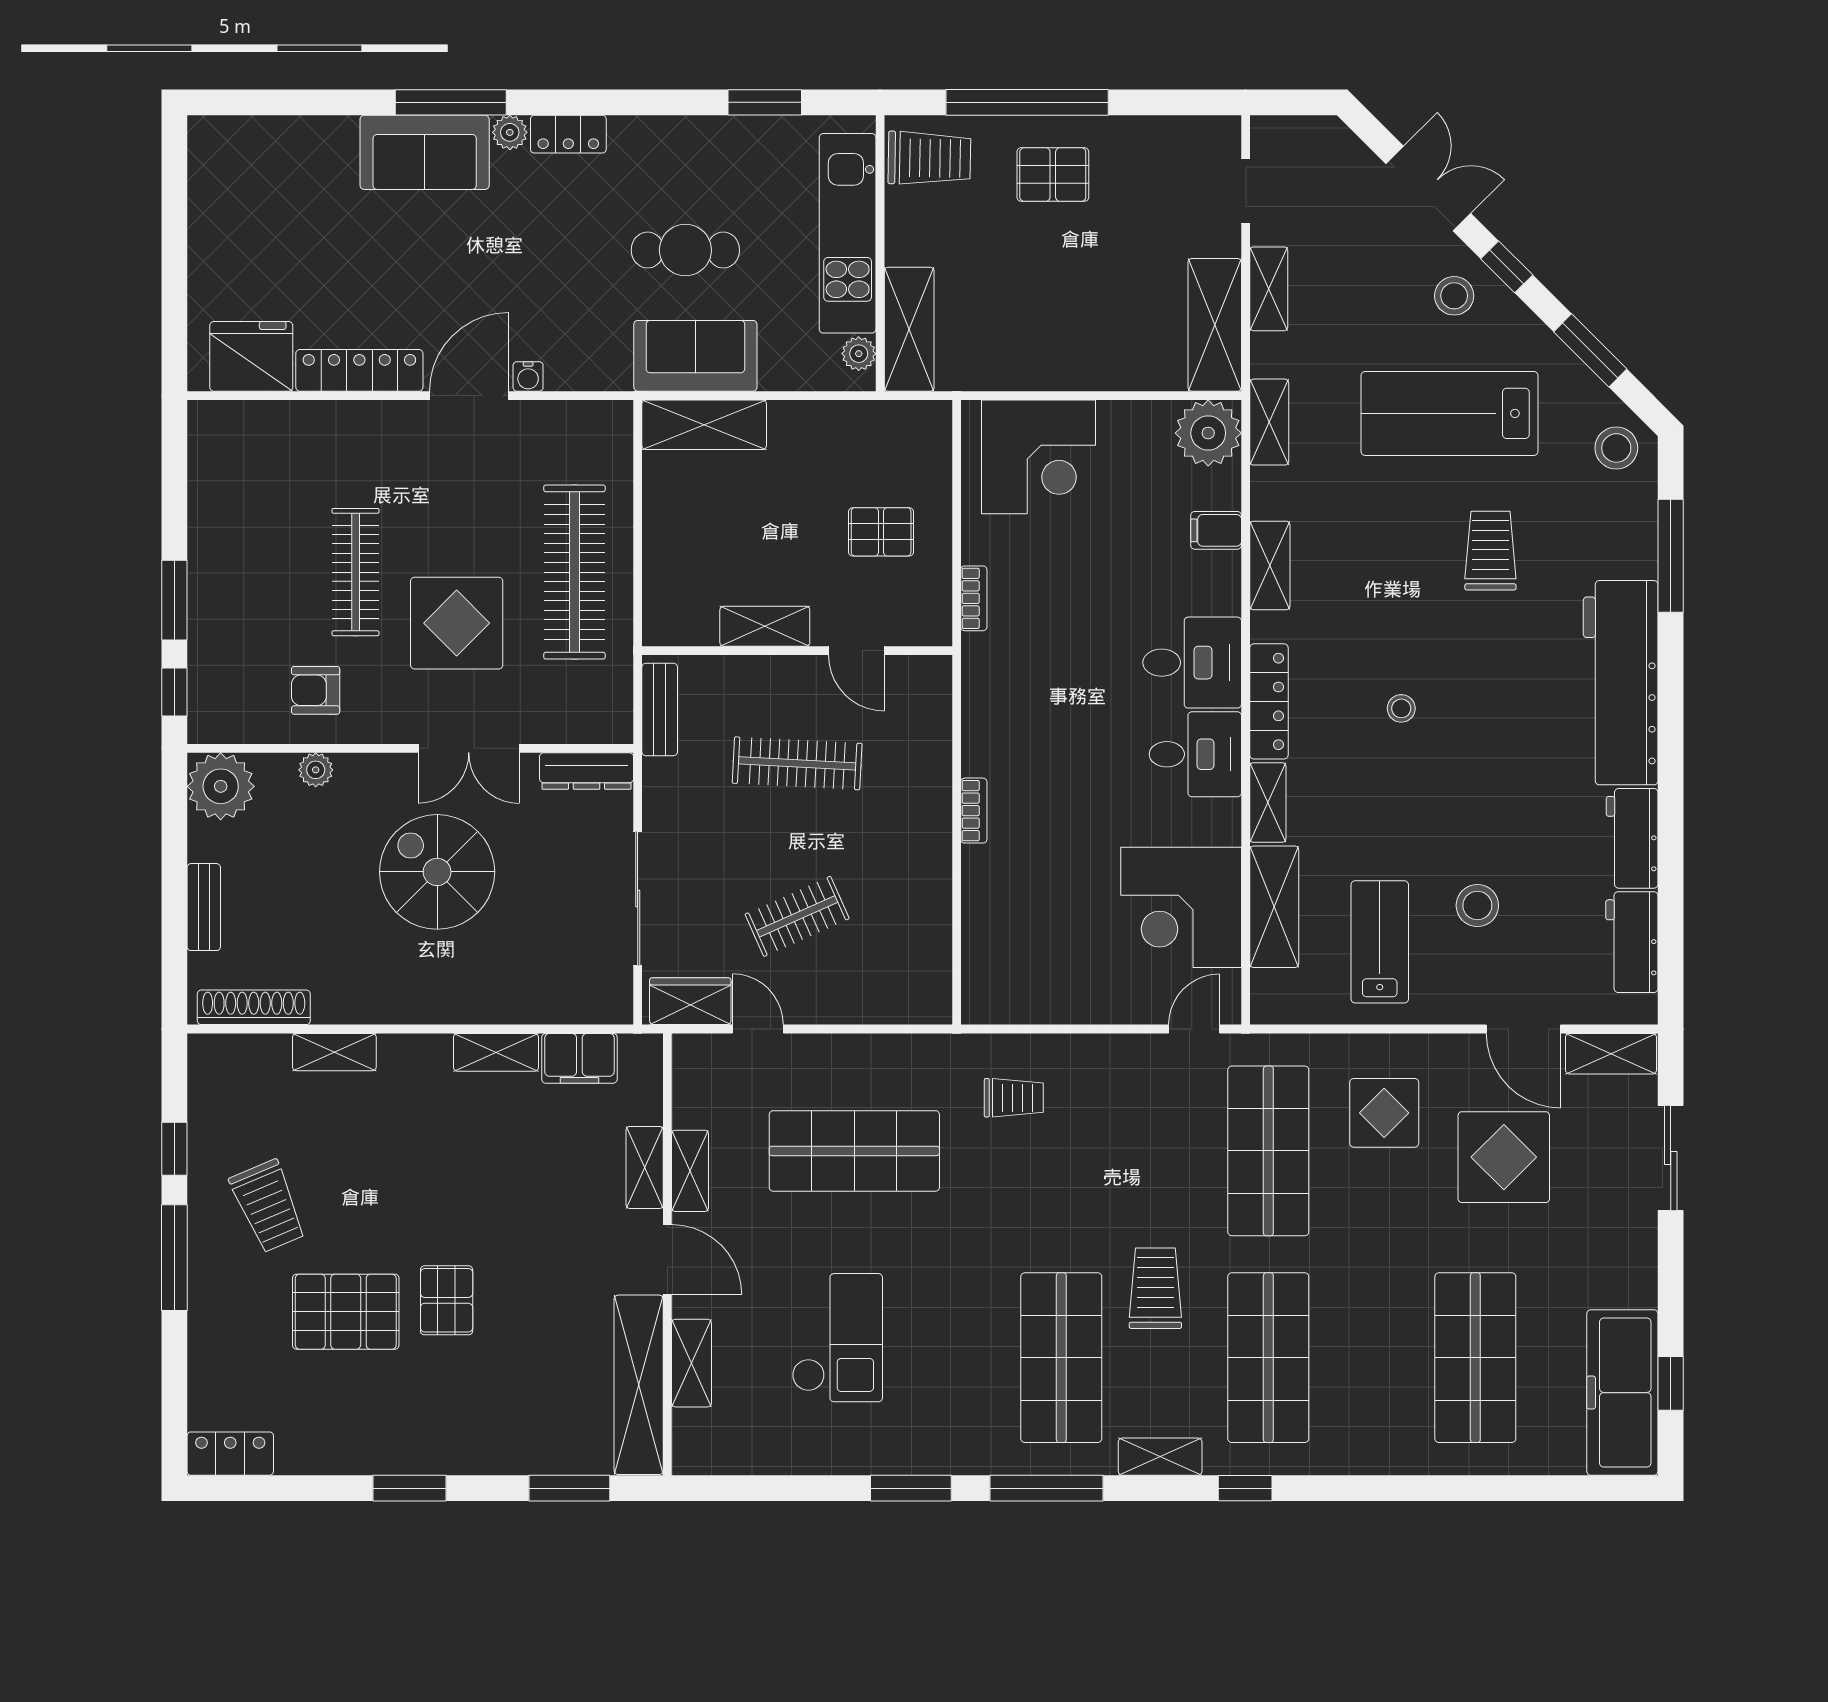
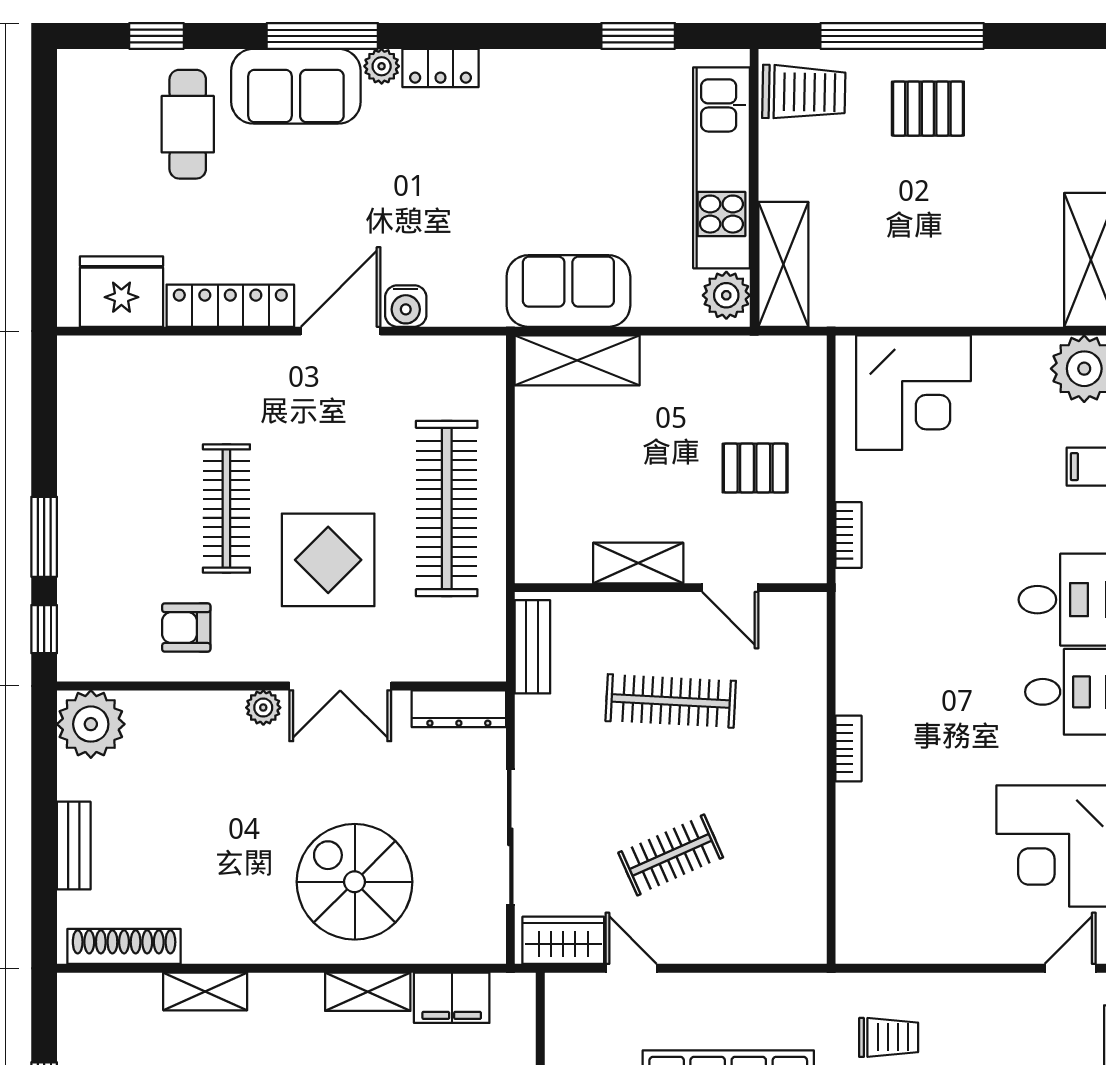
window: (286, 102) -> (156, 36), added
cafe table: (685, 250) -> (188, 124), moved, turned 90
plant: (859, 354) -> (726, 295), width x1.38, depth x1.38
water cooler: (528, 376) -> (406, 306), width x1.38, depth x1.38
plant: (316, 770) -> (263, 708), moved
spiral stairs: (437, 872) -> (355, 882), moved

